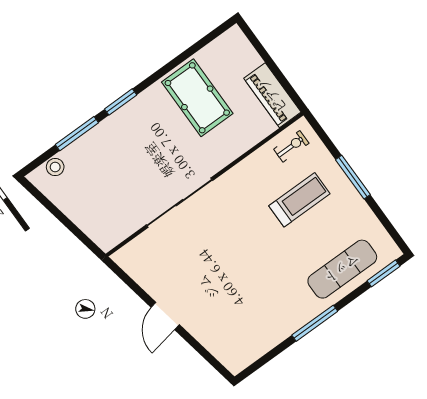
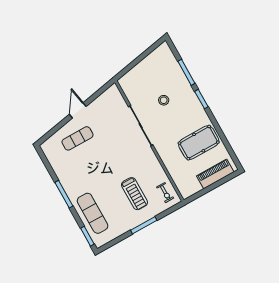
piano: (272, 95) -> (215, 174), moved
stool: (55, 167) -> (164, 100), moved
exercise mat: (214, 311) -> (77, 138), added
door: (165, 316) -> (78, 110), hinge flipped

